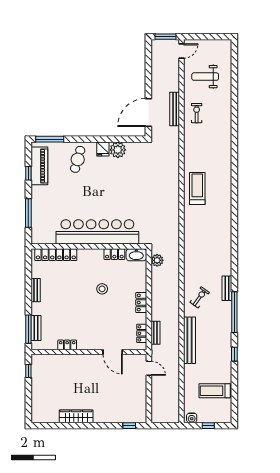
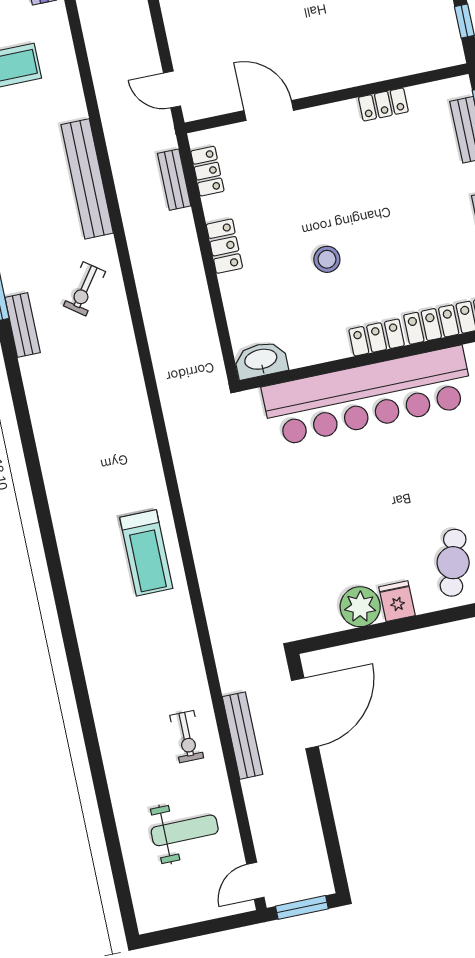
locker: (114, 254) -> (377, 338), moved
plant: (157, 260) -> (207, 357), removed

